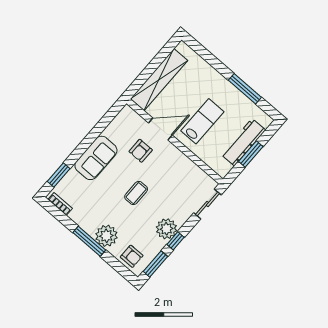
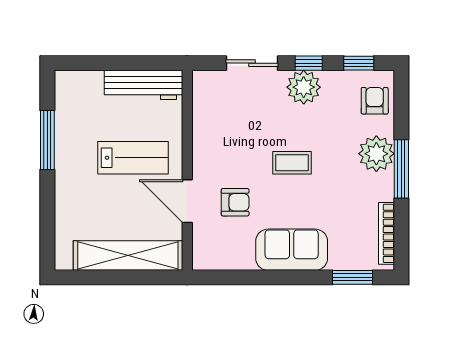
lab bench: (202, 121) -> (133, 158), turned 180
workbench: (243, 142) -> (143, 85), moved
window: (251, 154) -> (122, 63), removed
bookcase: (60, 204) -> (386, 233), width x1.56
sliding door: (207, 204) -> (252, 63), moved
window: (155, 264) -> (359, 63), width x0.67

